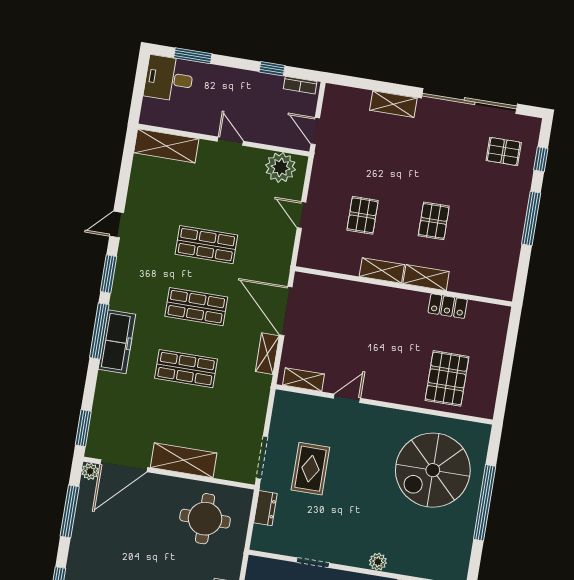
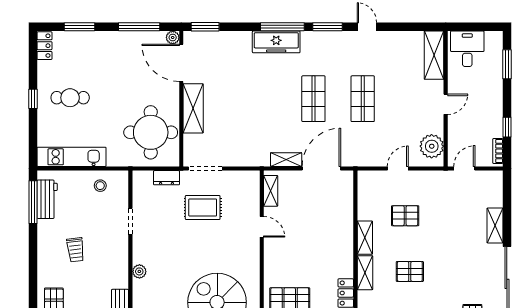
desk: (169, 79) -> (467, 49), moved
shop shelf: (186, 369) -> (264, 99), removed
round table: (205, 519) -> (151, 132), width x1.36, depth x1.36

